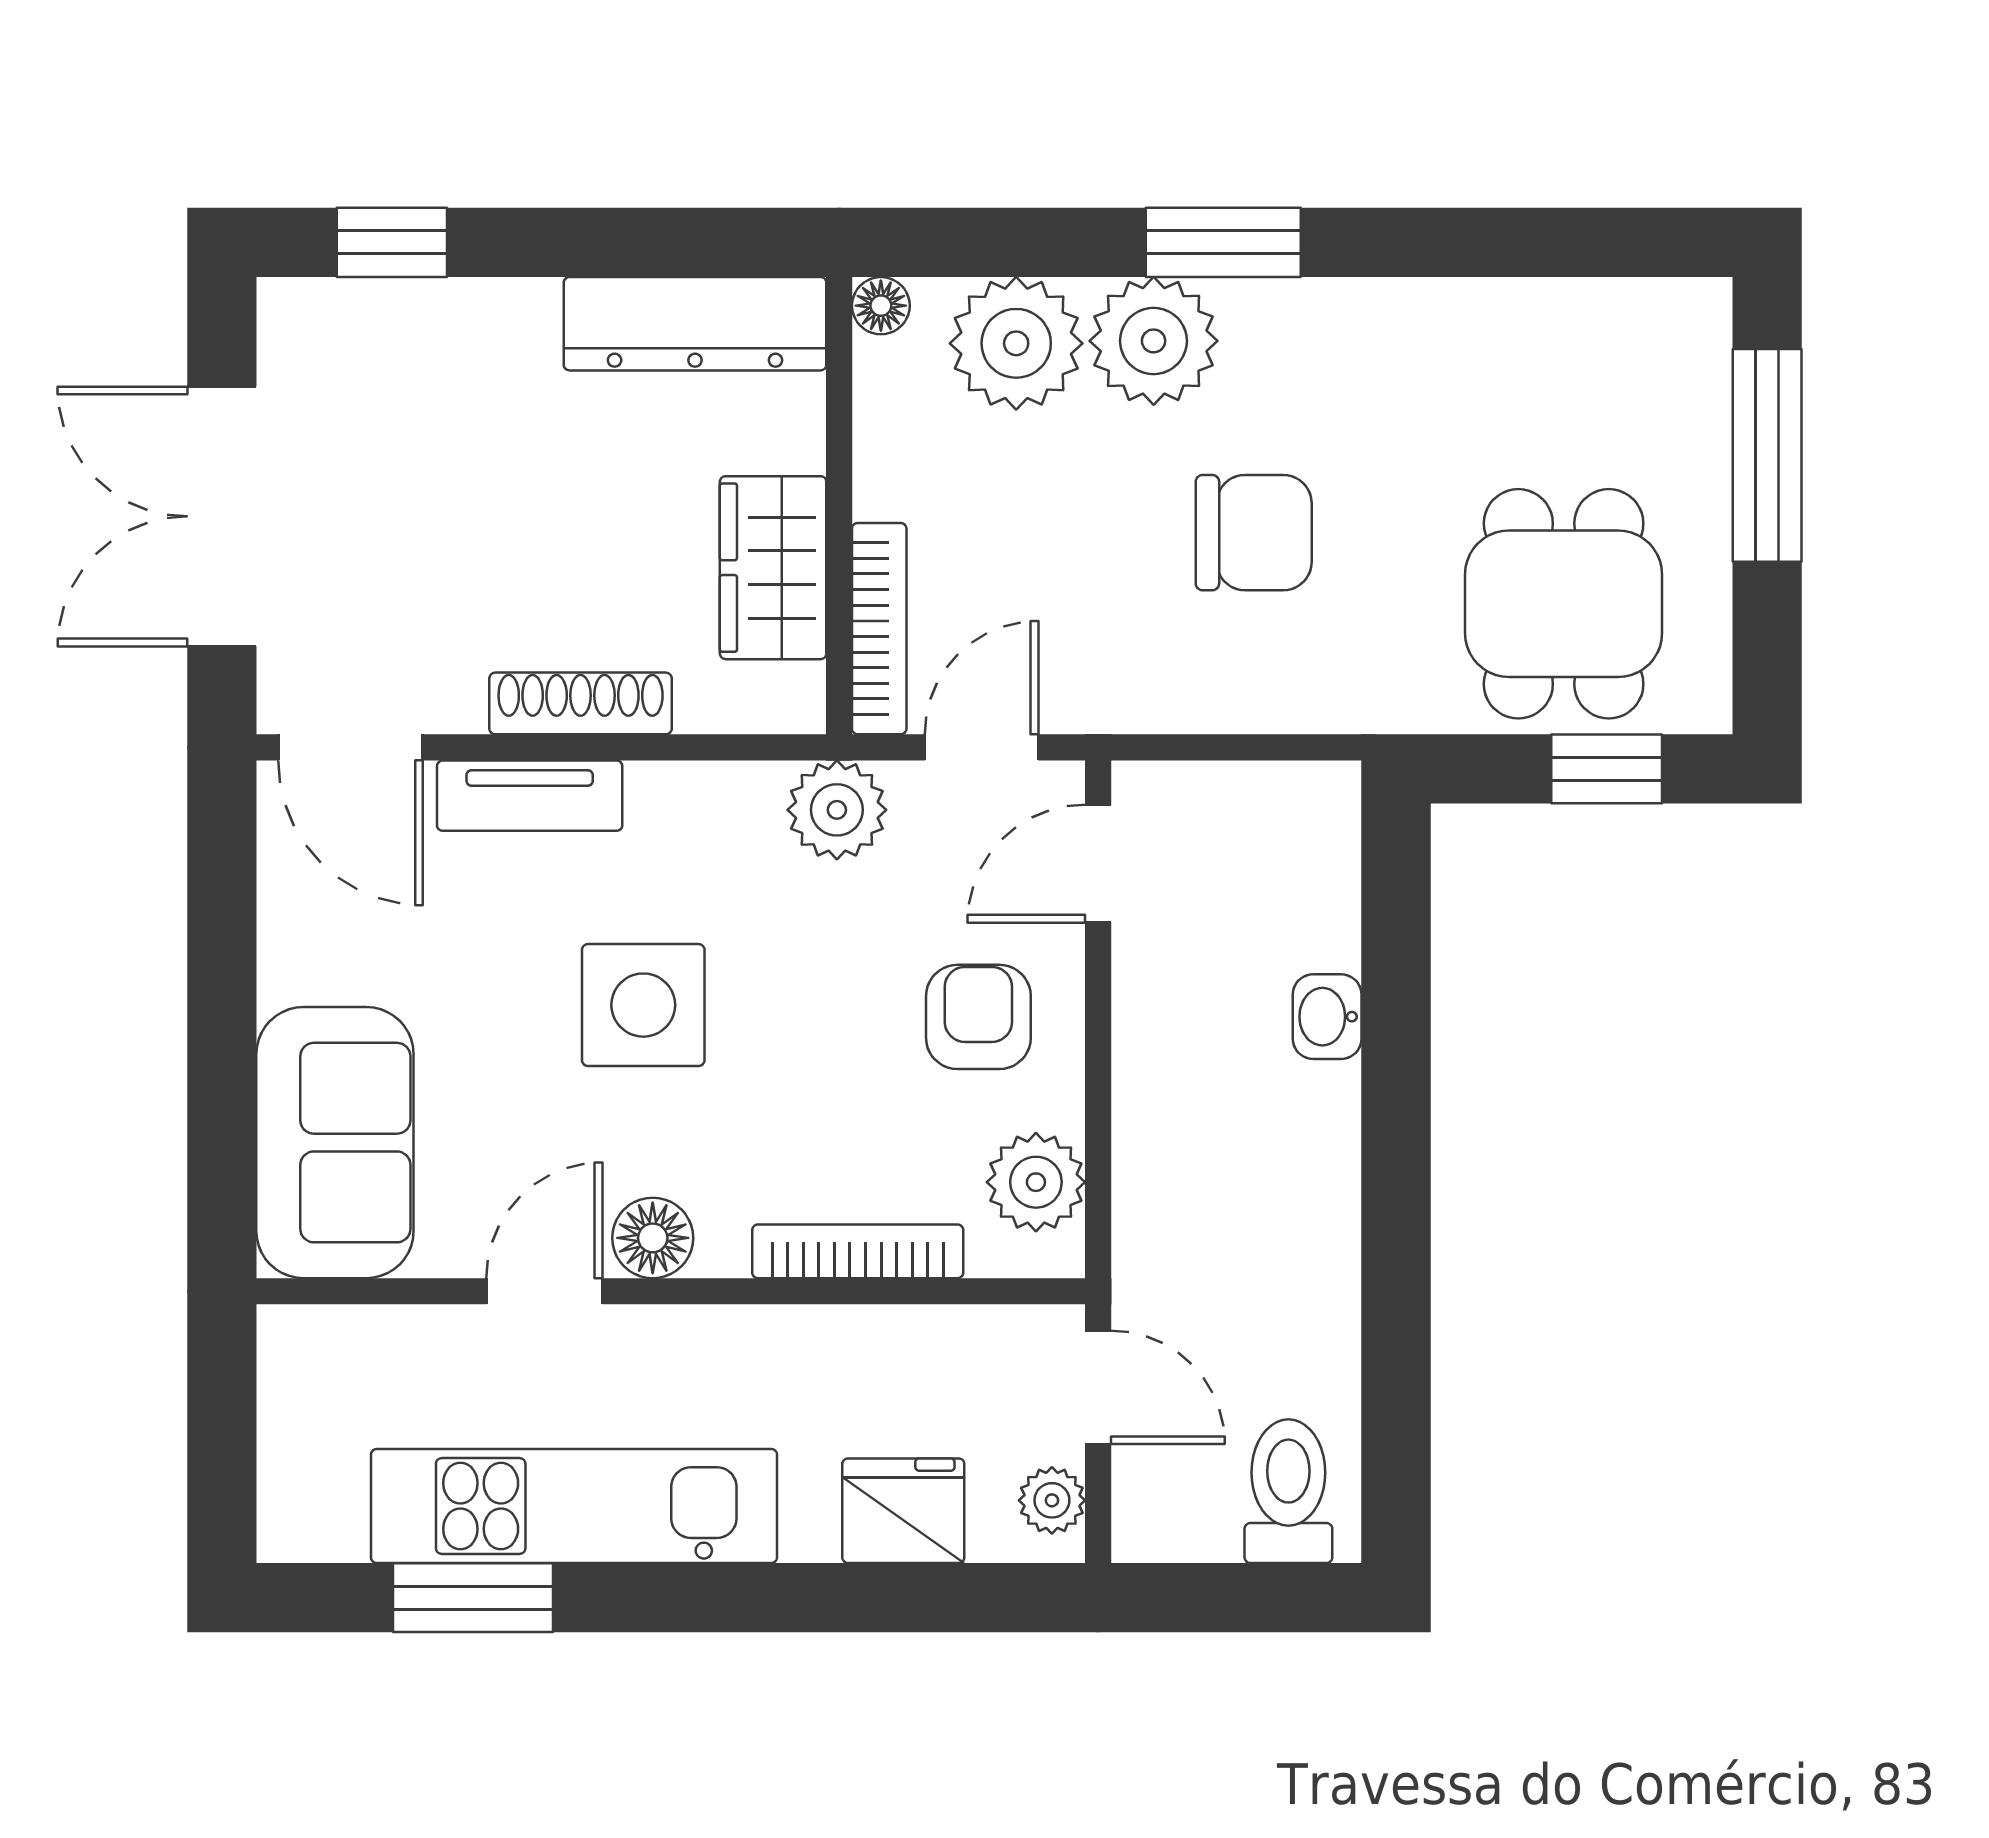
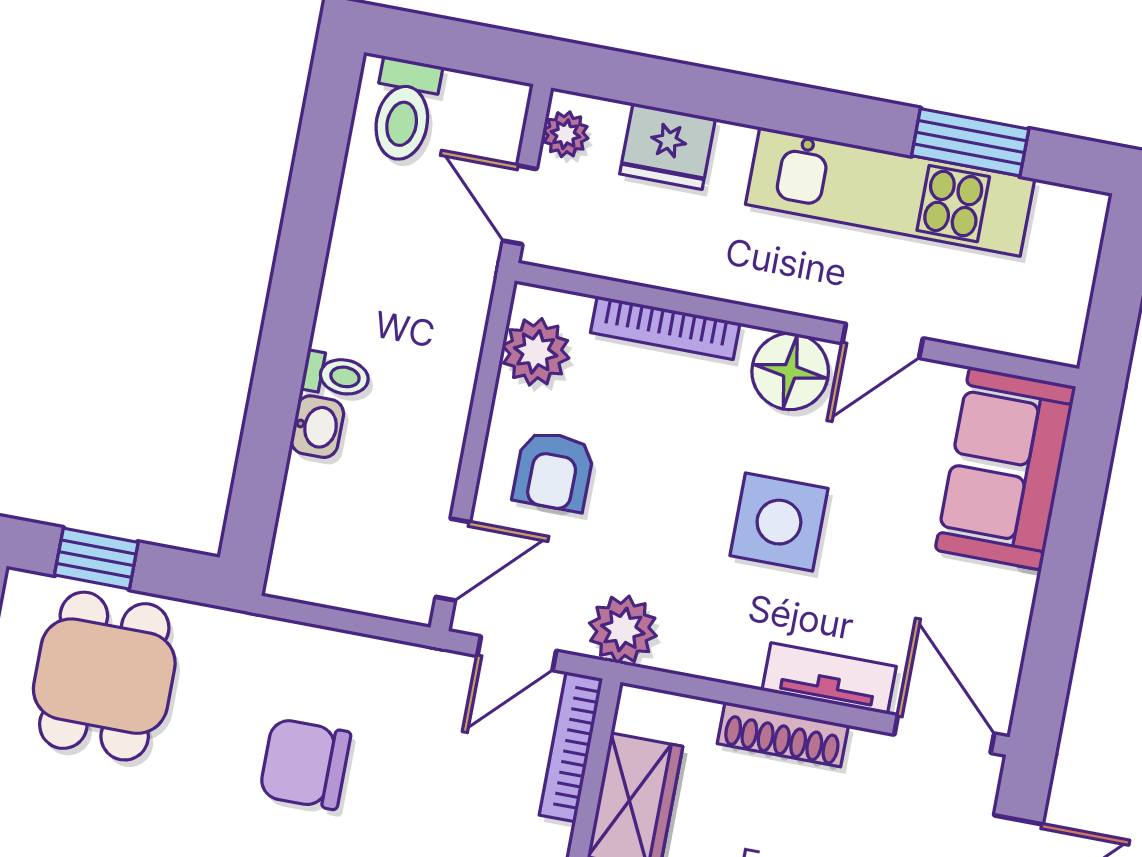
toilet: (1314, 1095) -> (336, 375), added
floor lamp: (653, 1238) -> (790, 371), width x1.38, depth x1.38

